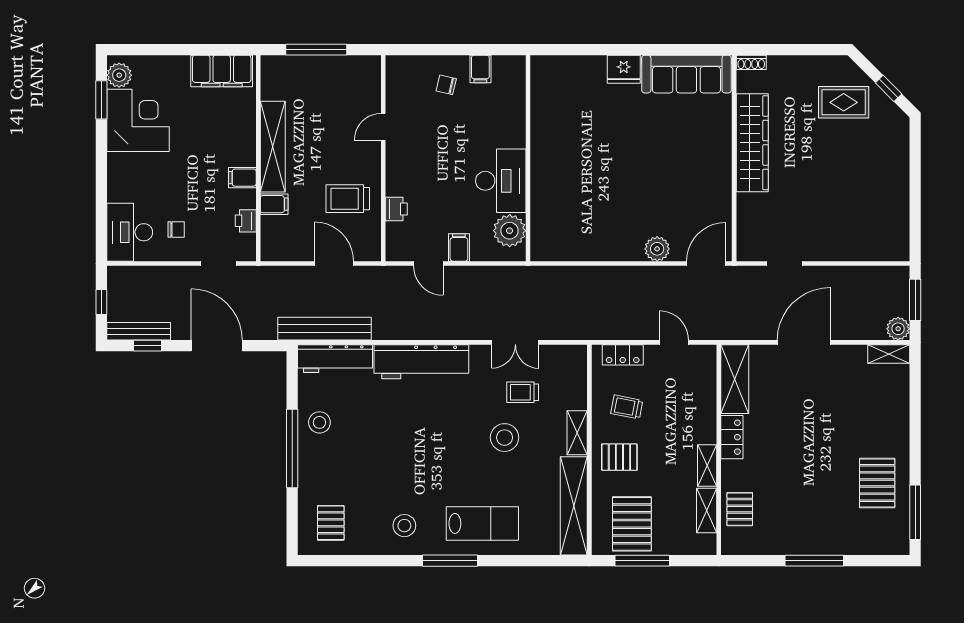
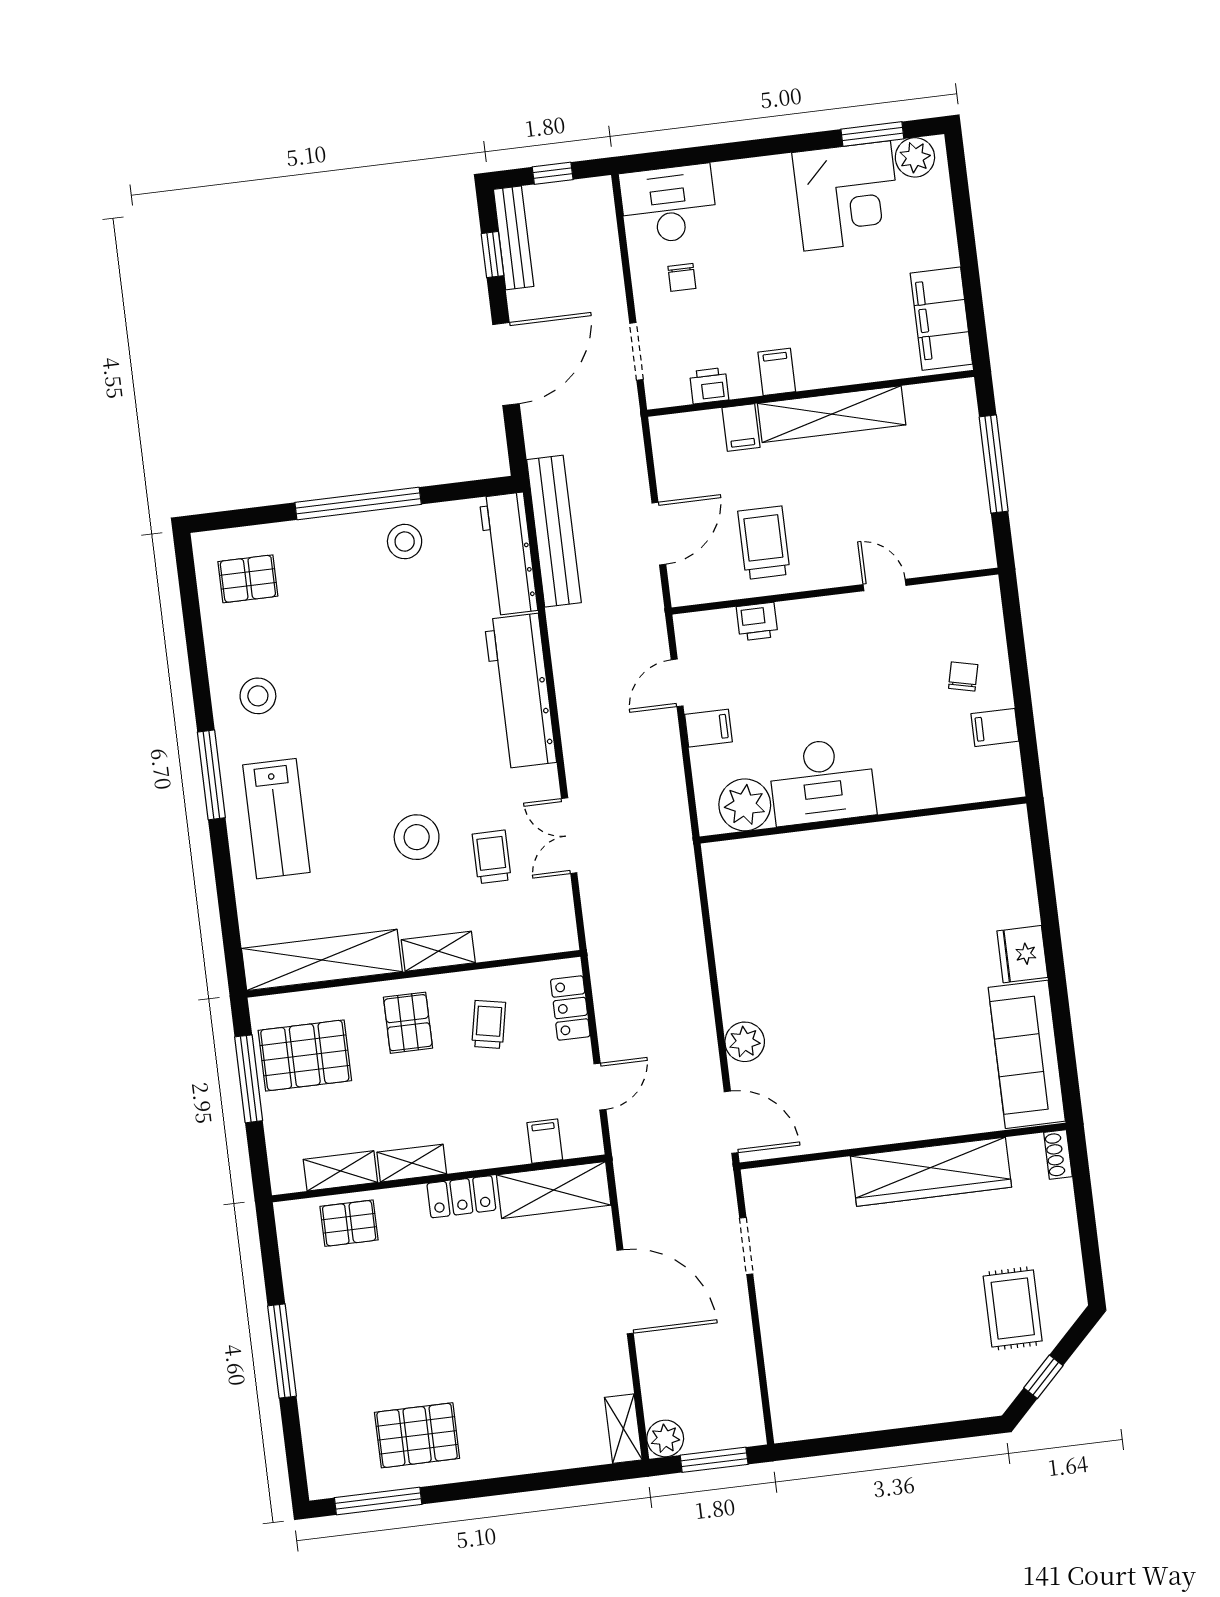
filing cabinet: (704, 381) -> (545, 1141), added

